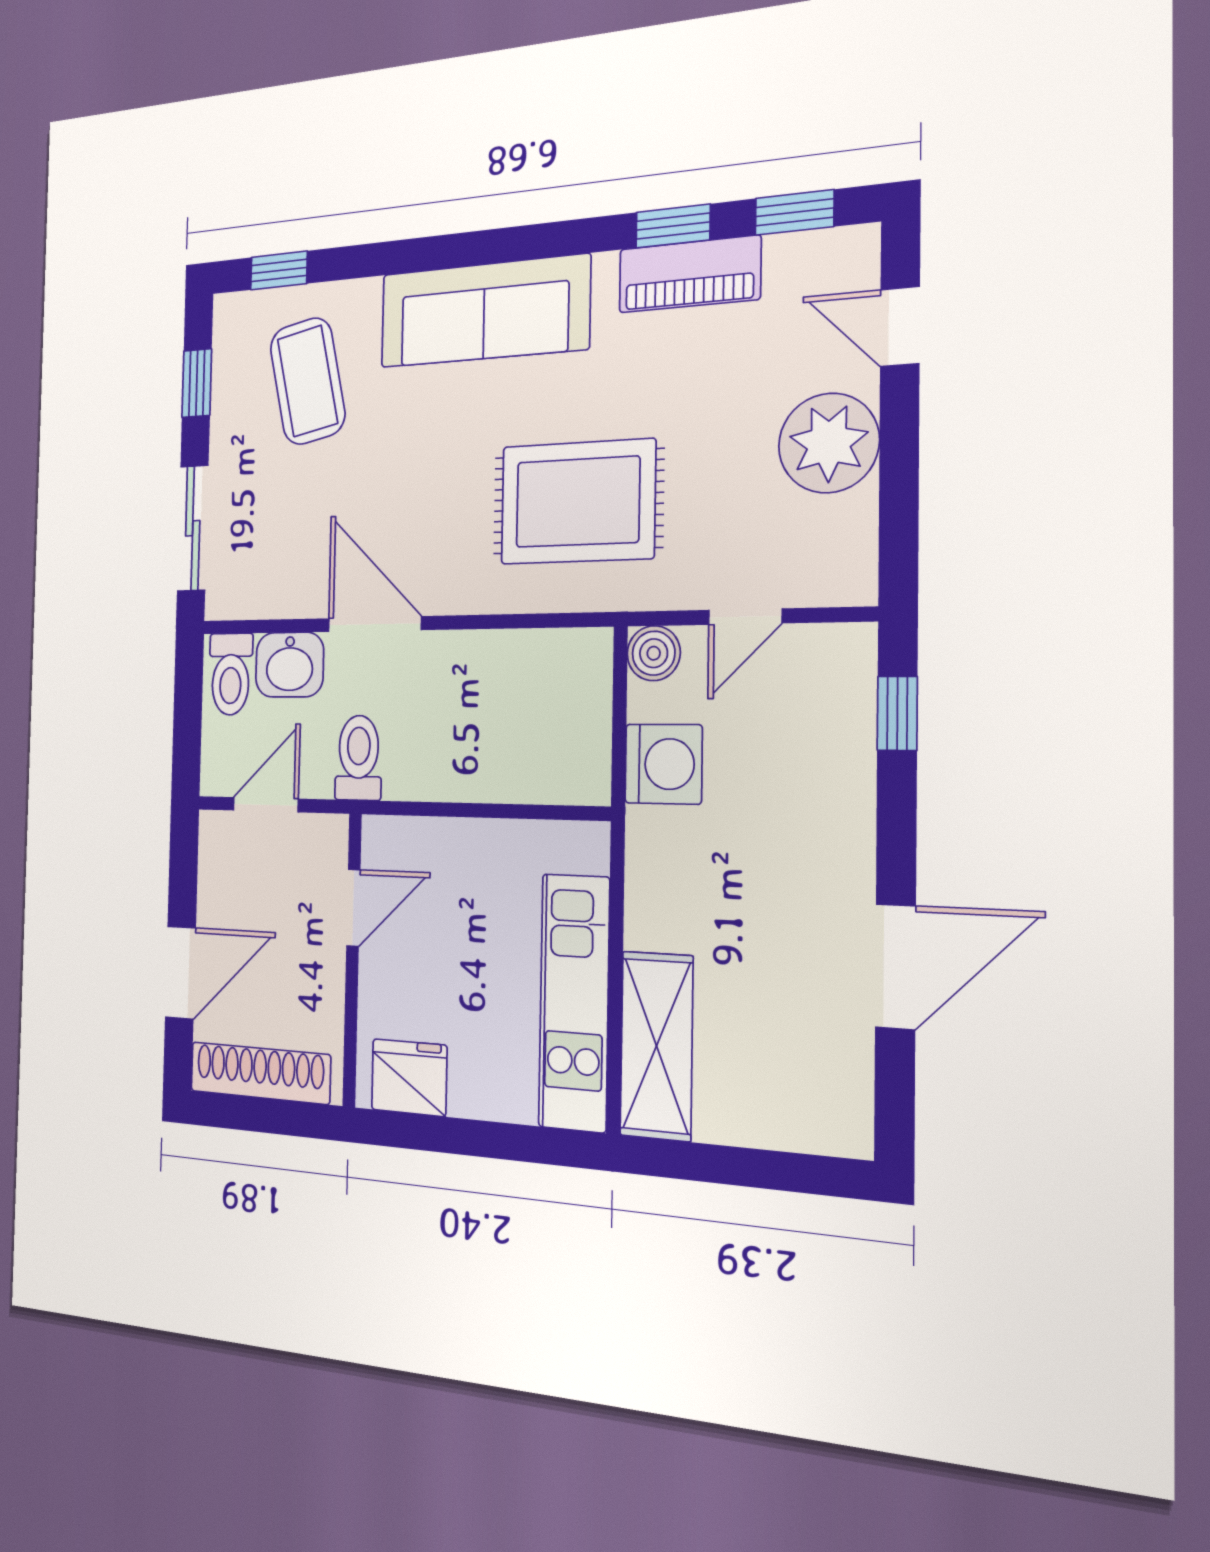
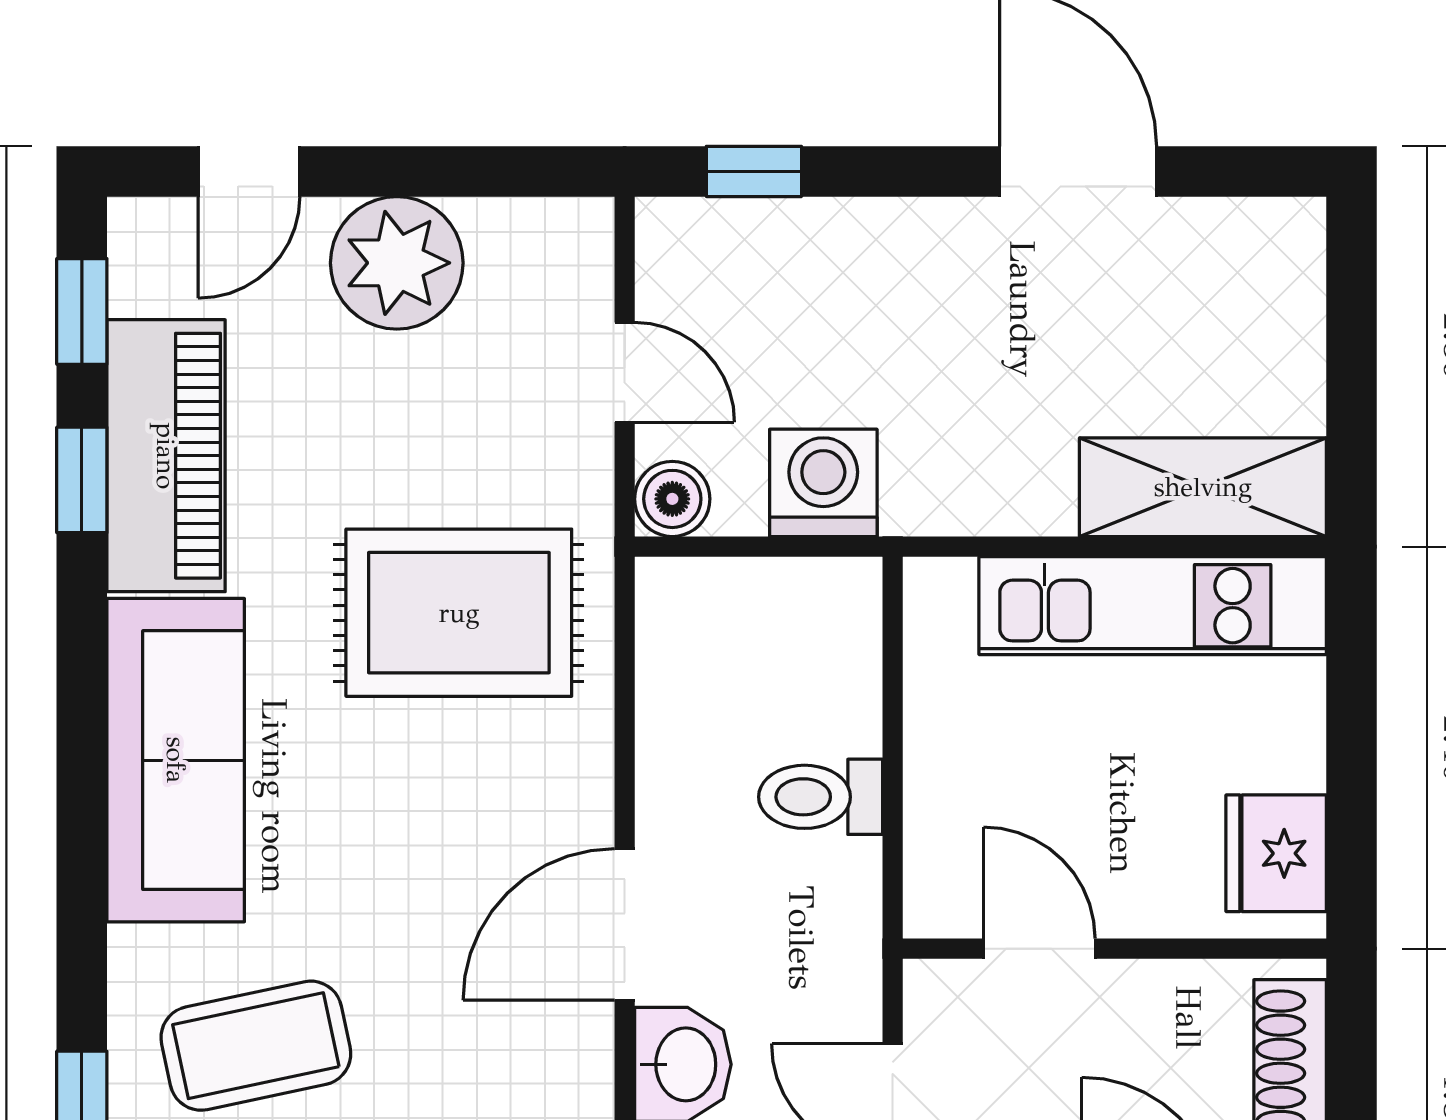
piano: (689, 274) -> (166, 456), width x1.37, depth x1.33
rug: (578, 502) -> (459, 613), turned 90
toilet: (359, 758) -> (821, 797), moved

